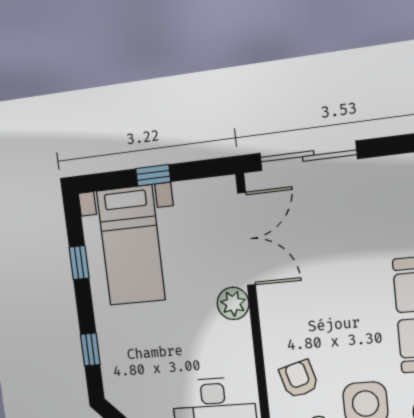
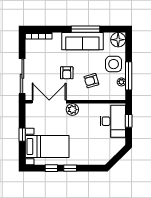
armchair: (330, 279) -> (67, 73), added
window: (90, 349) -> (70, 168), moved
armchair: (299, 379) -> (91, 81), moved

